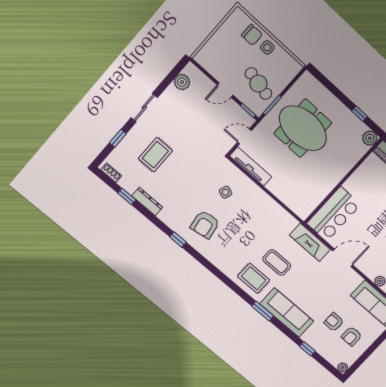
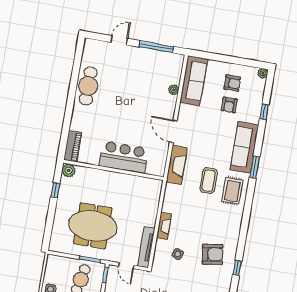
meeting table: (303, 128) -> (93, 226), turned 90
fireplace: (260, 196) -> (164, 226), added
bar counter: (334, 214) -> (124, 157), moved

